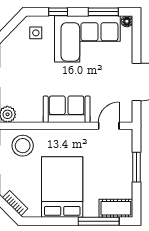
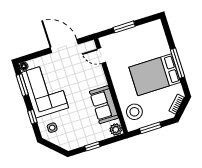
sofa: (67, 109) -> (104, 105), moved
cot: (116, 208) -> (158, 32), removed
window: (99, 221) -> (178, 63), moved

